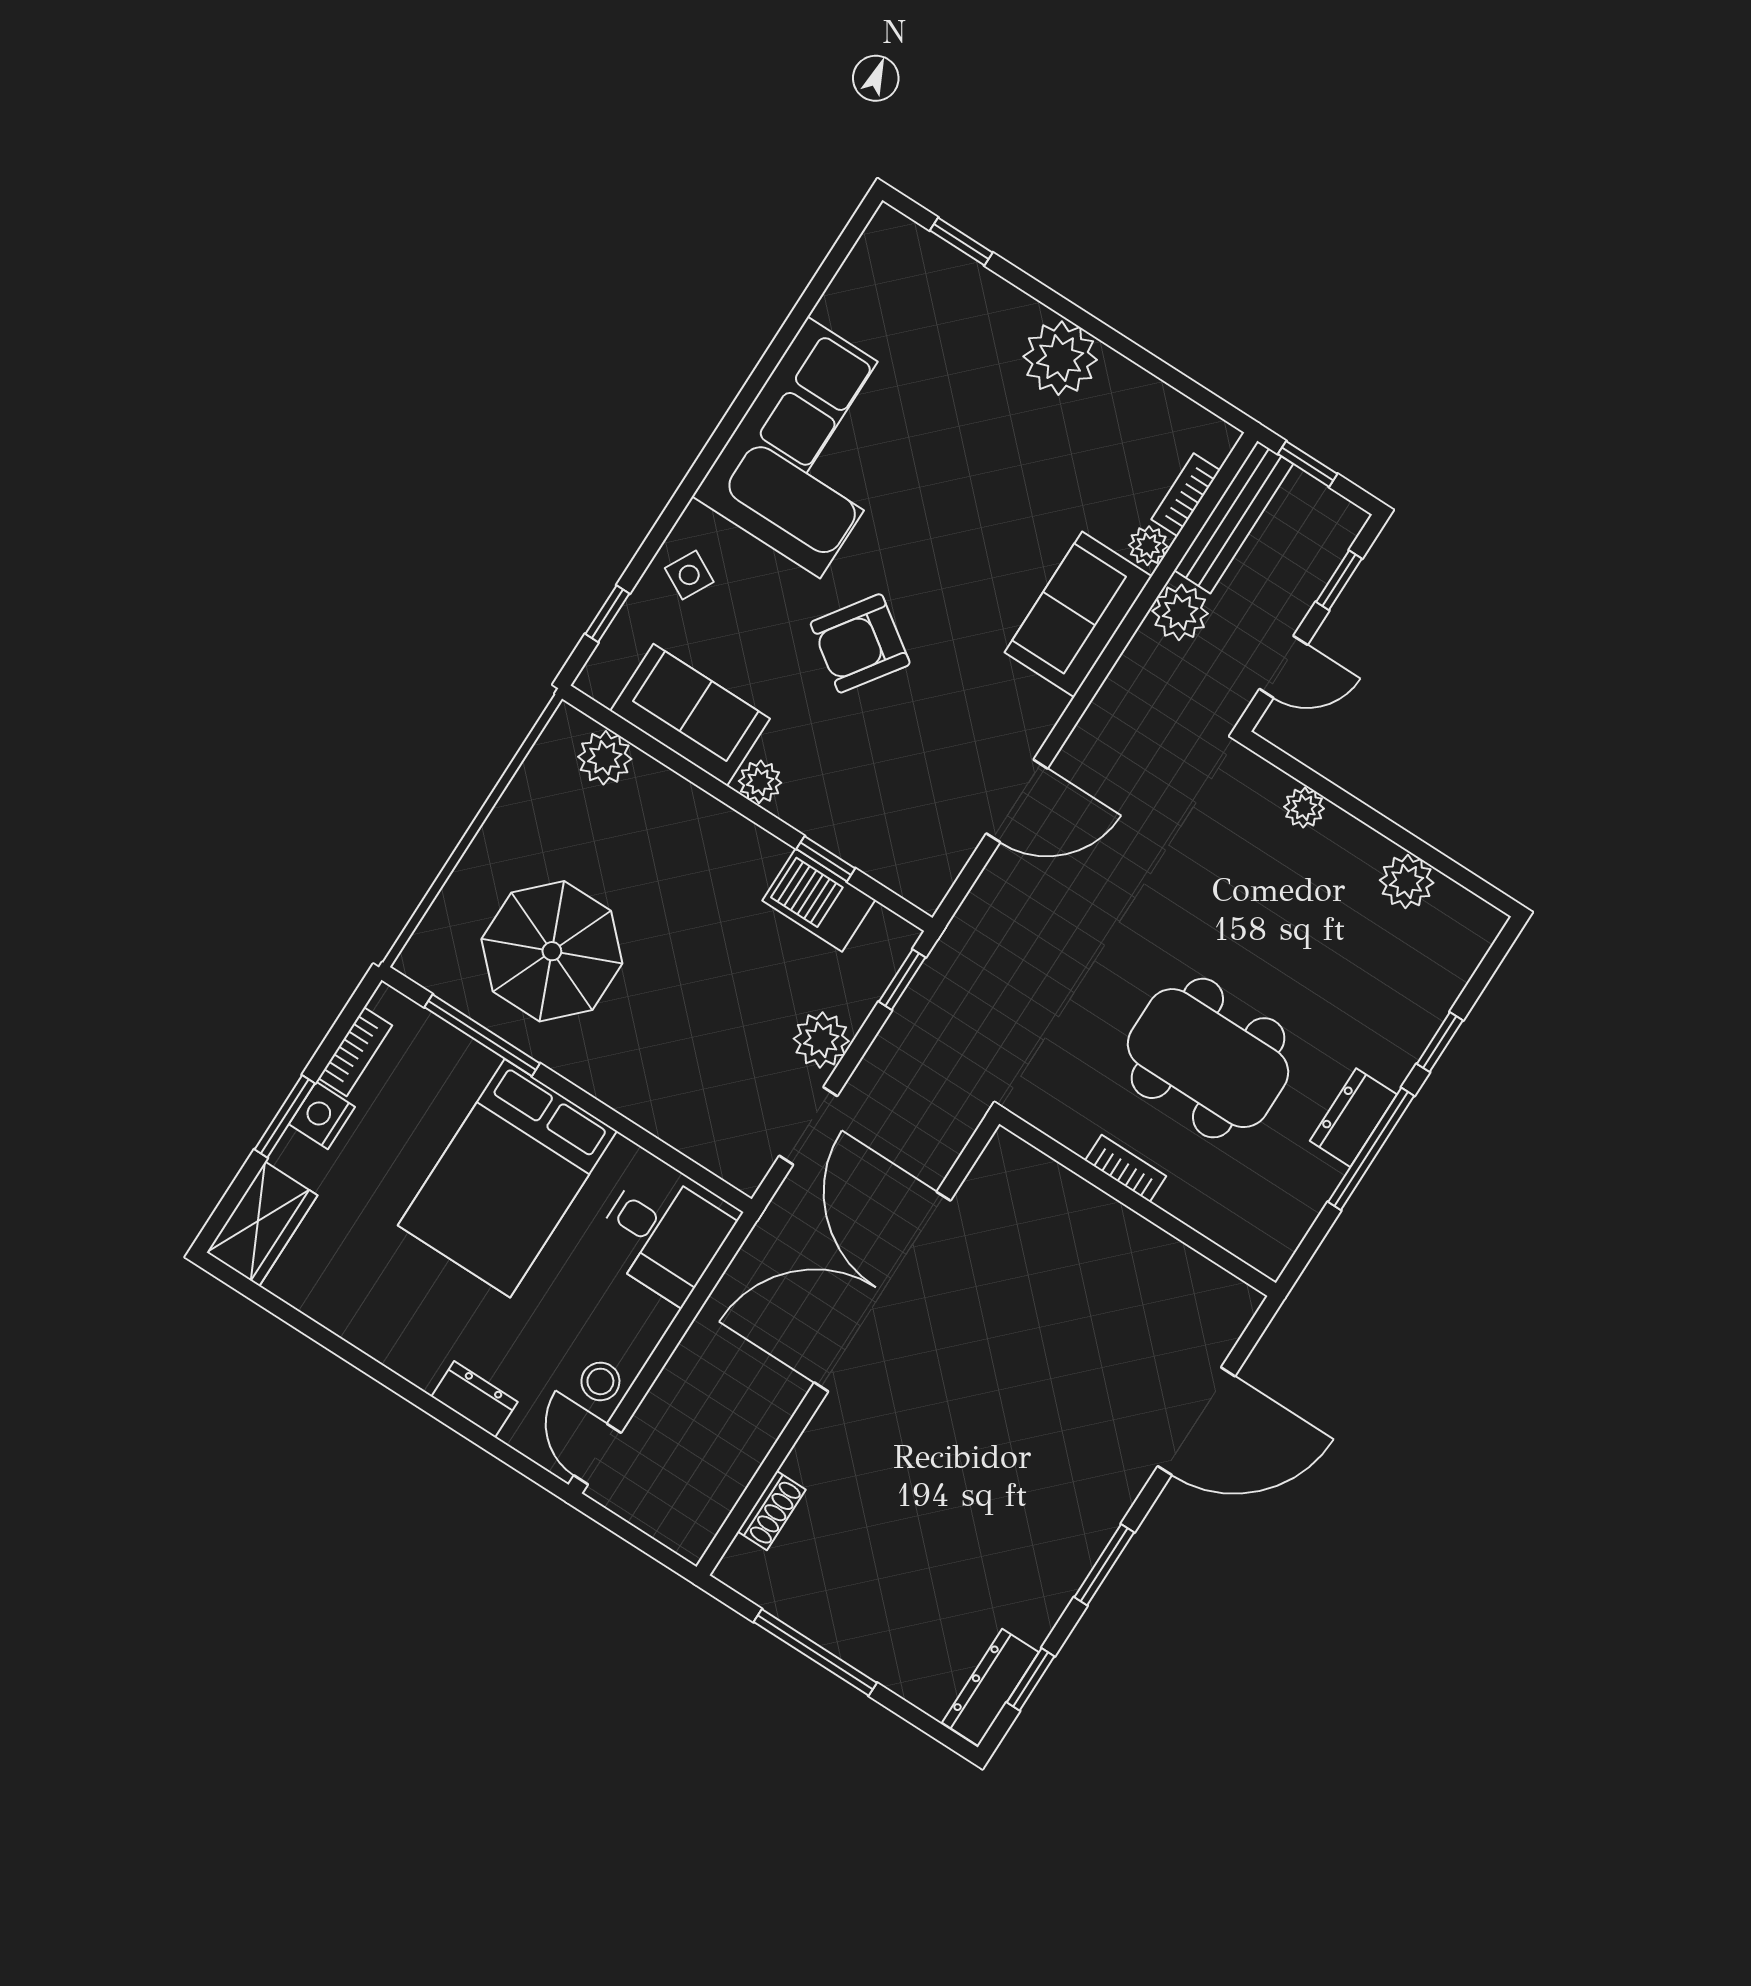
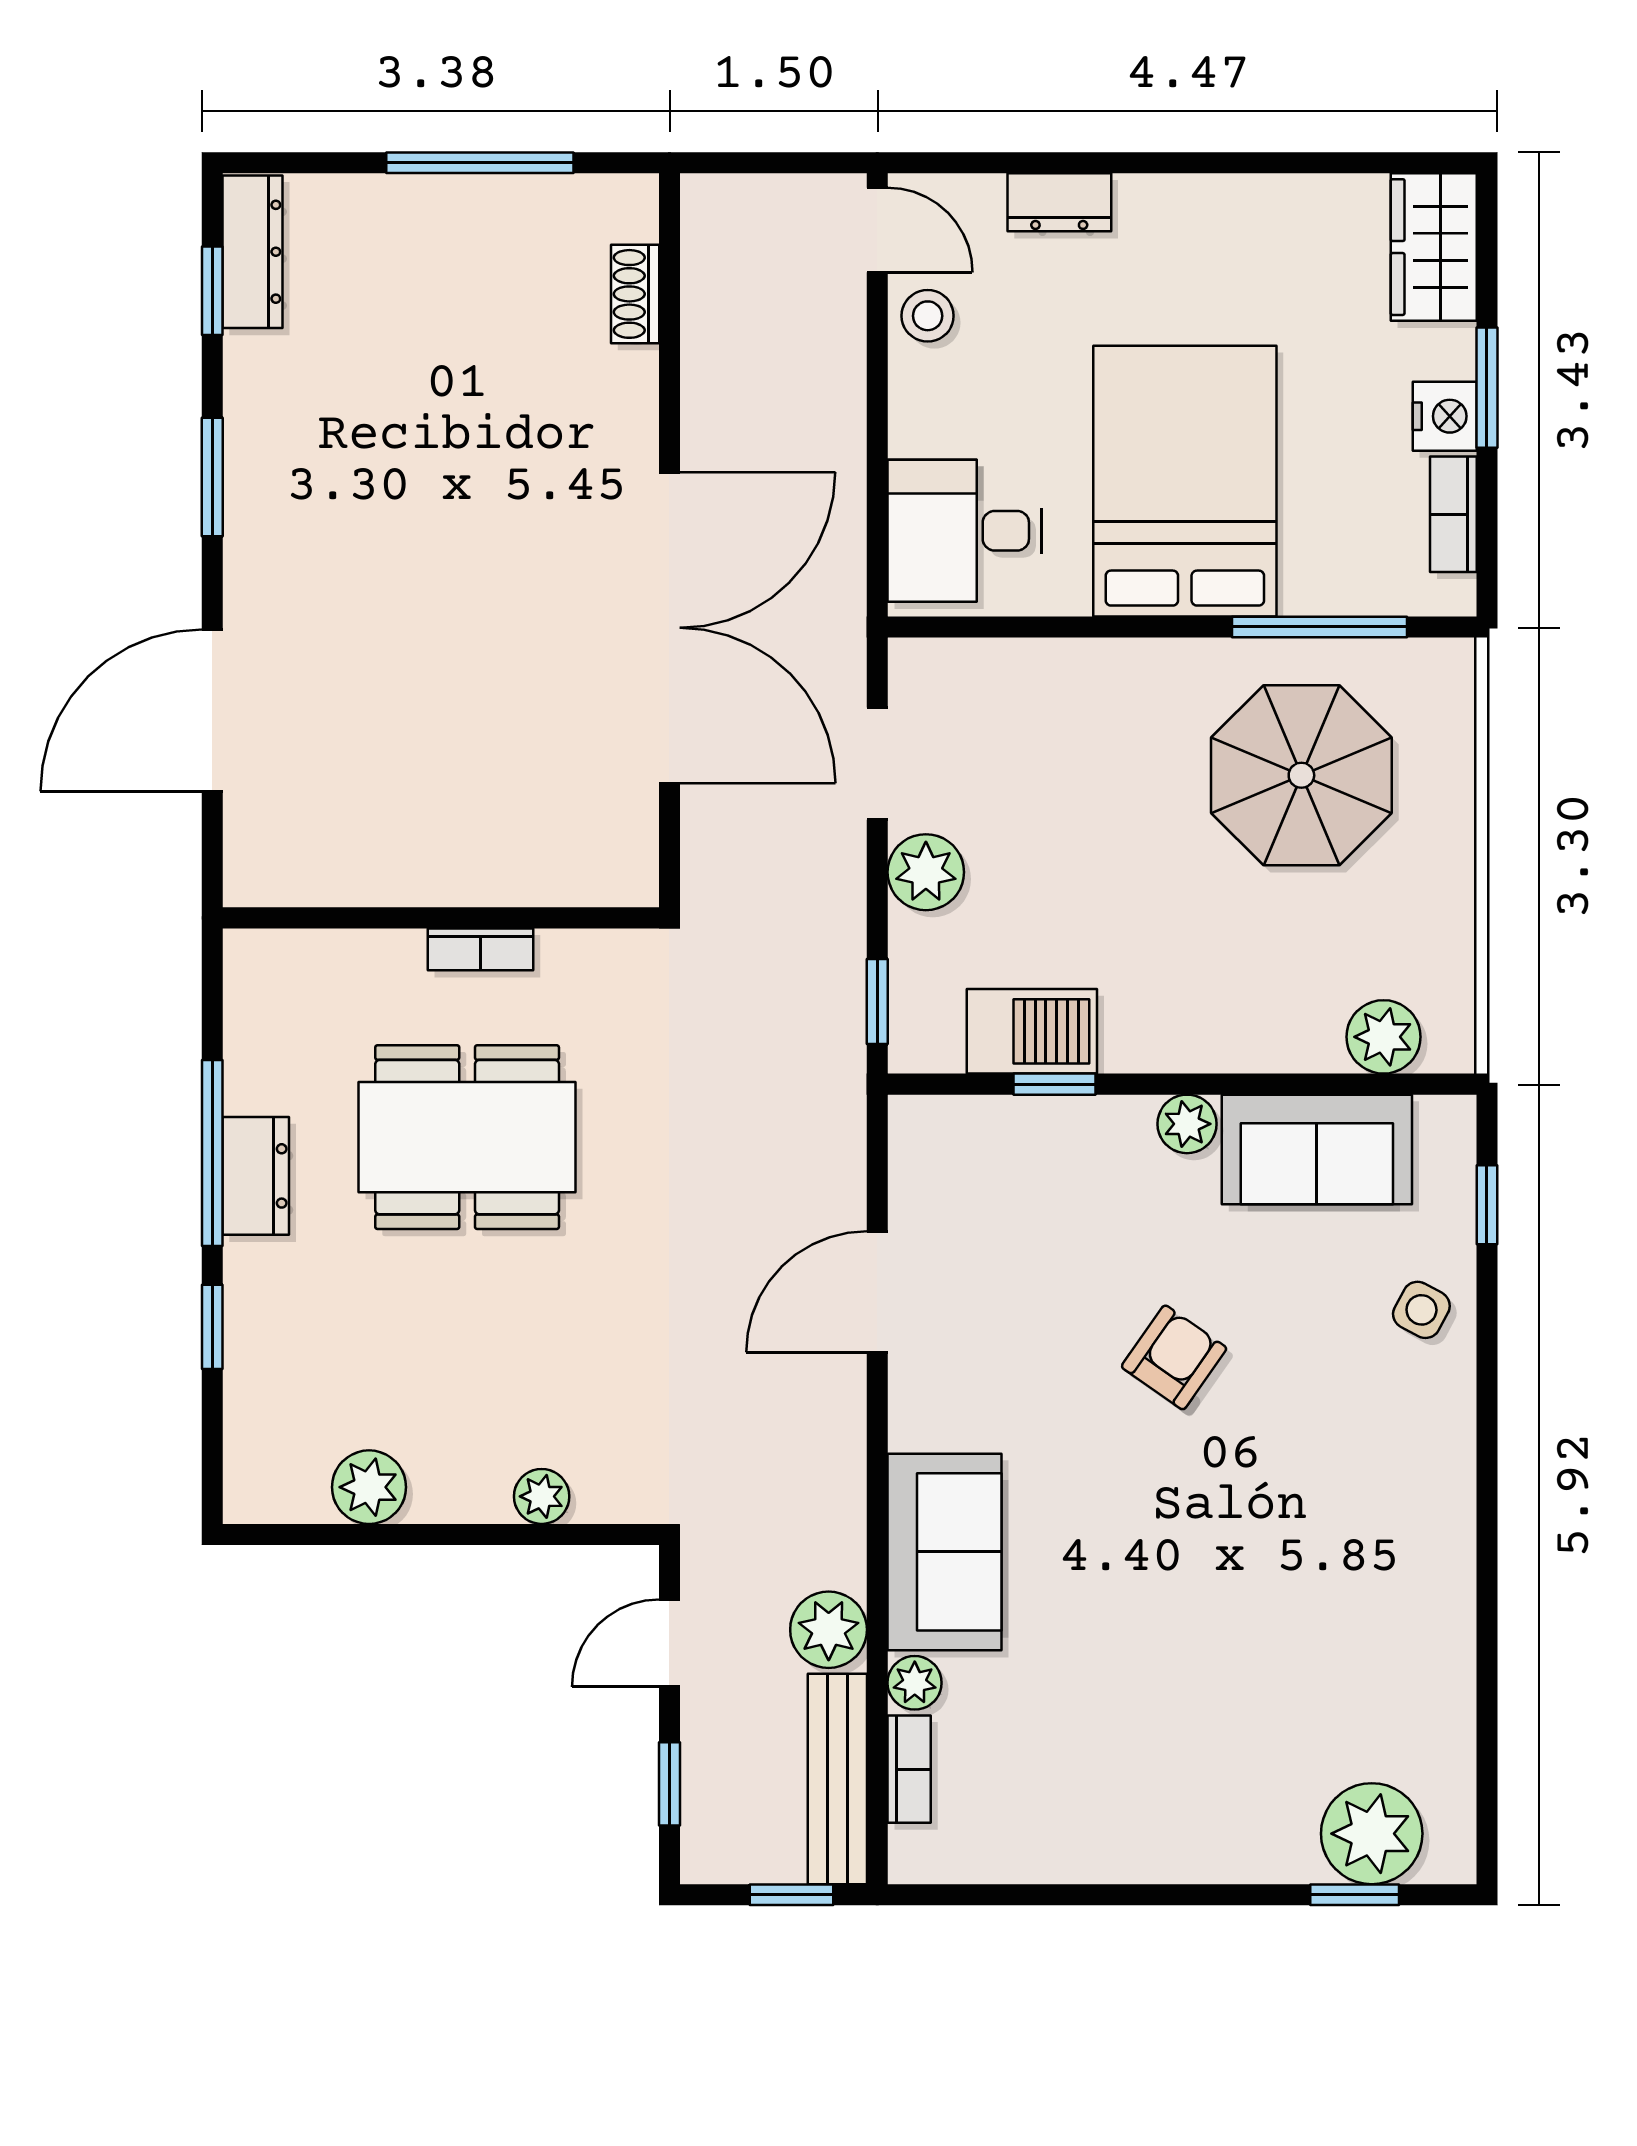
plant: (1060, 358) -> (1372, 1834), moved
corner sofa: (814, 448) -> (1372, 1549), removed
armchair: (860, 643) -> (1174, 1357), width x0.72, depth x0.72

